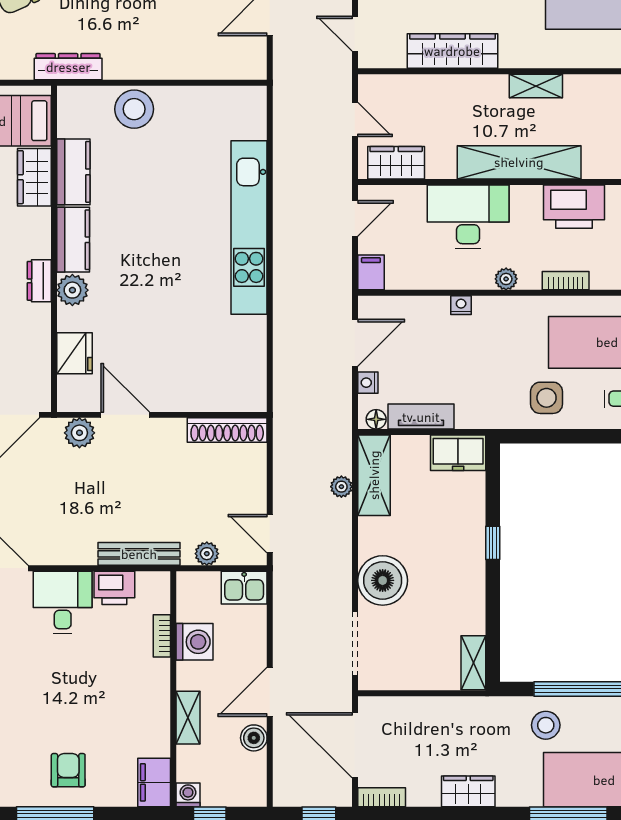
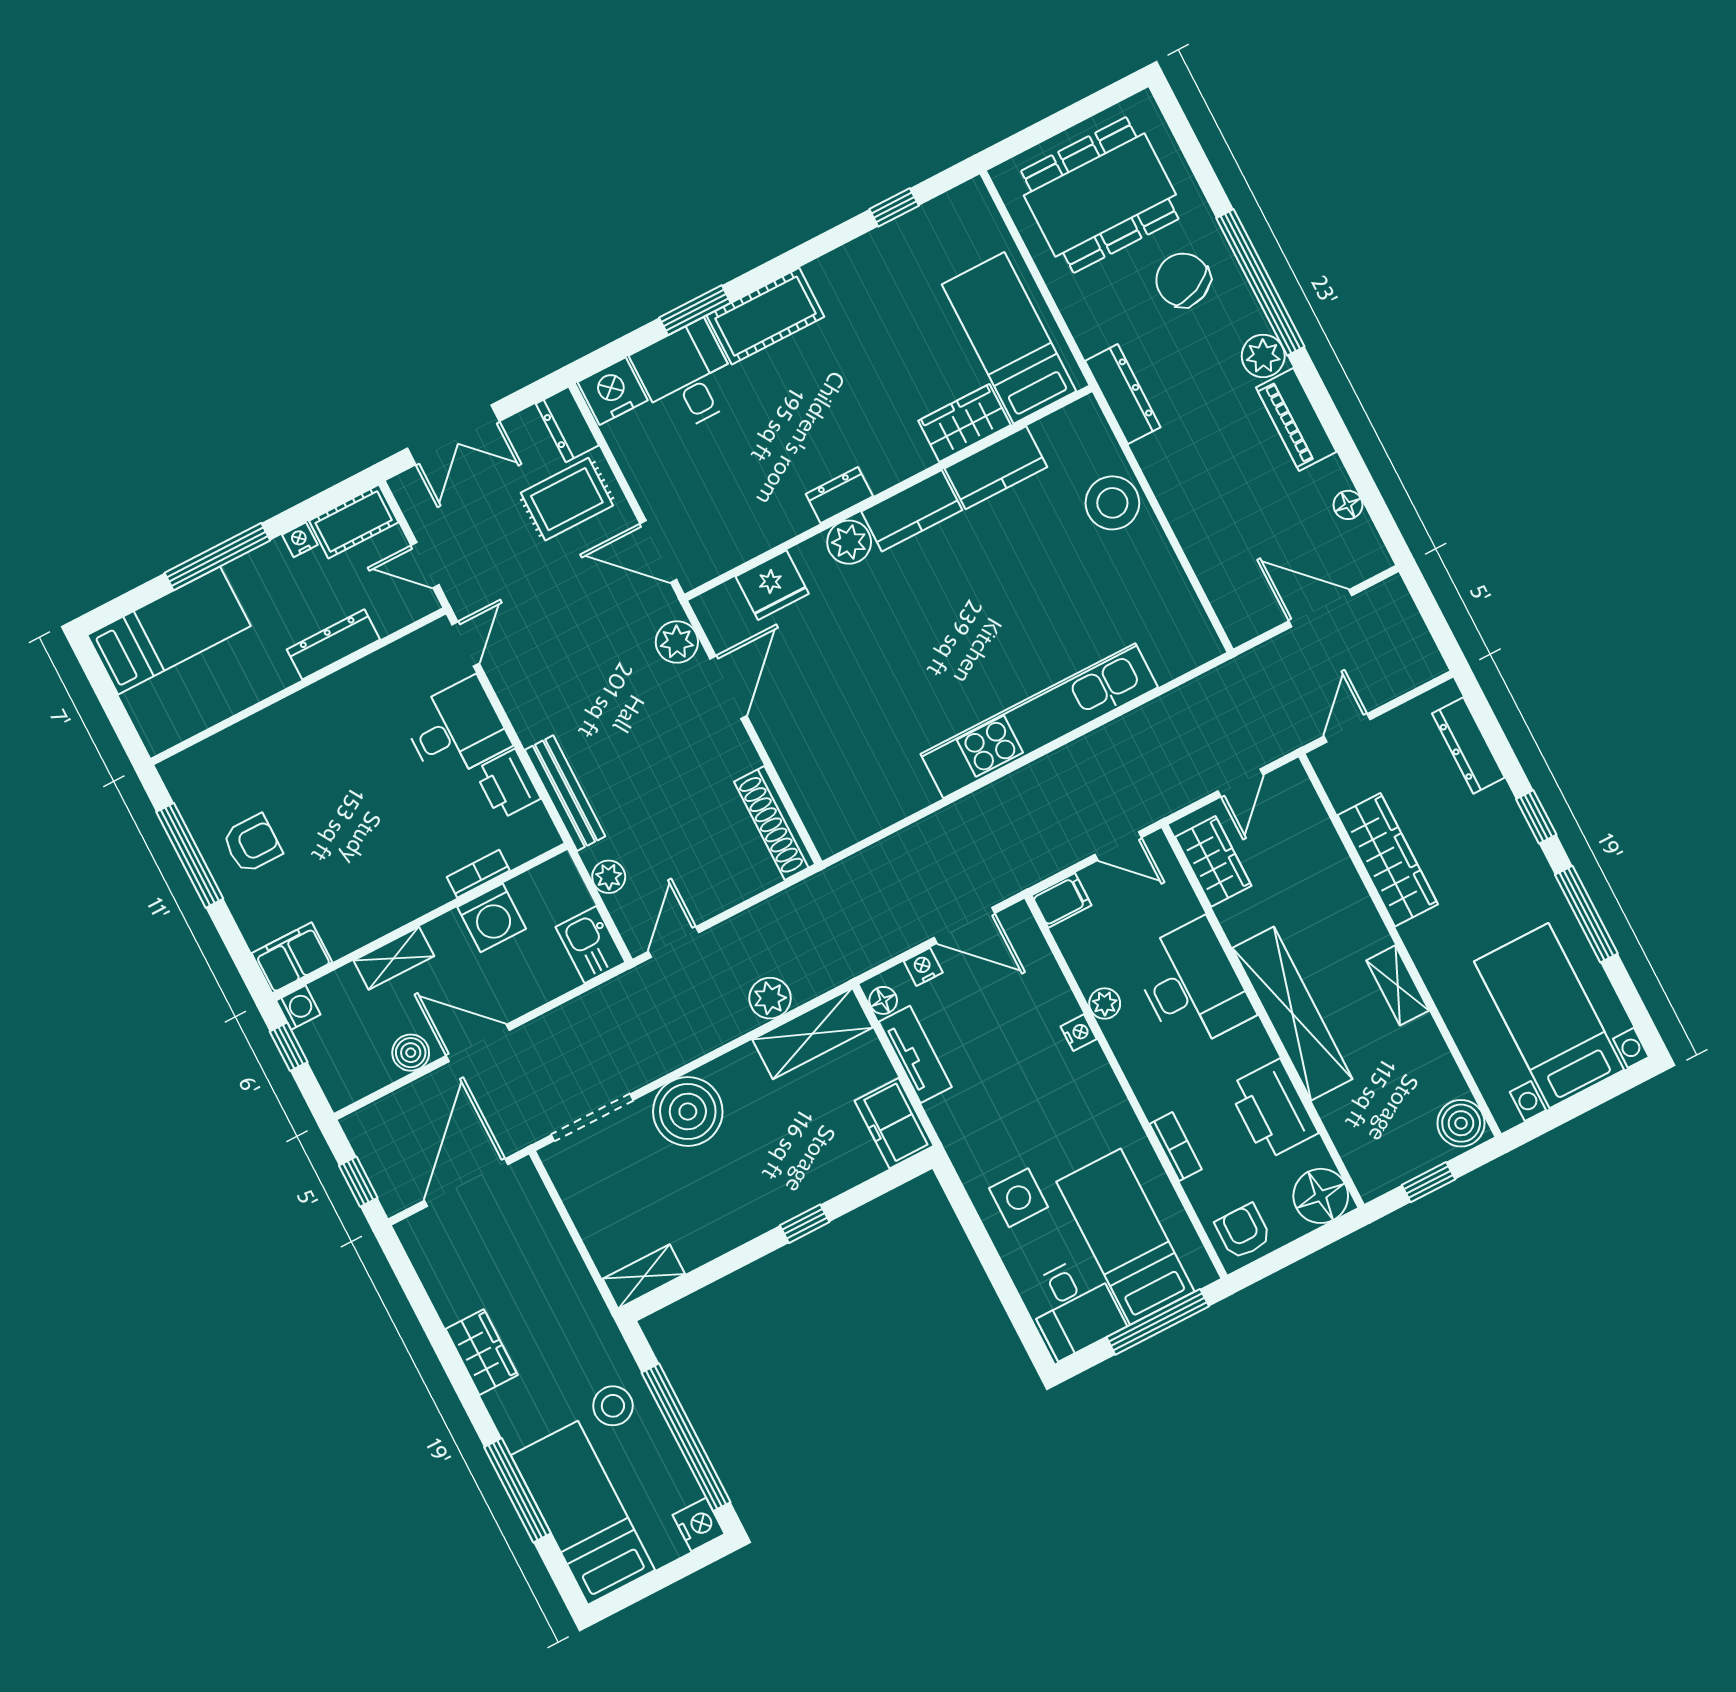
plant: (506, 279) -> (1105, 1004), moved
plant: (341, 487) -> (770, 998), width x1.38, depth x1.38
bookcase: (382, 797) -> (419, 1249), removed

